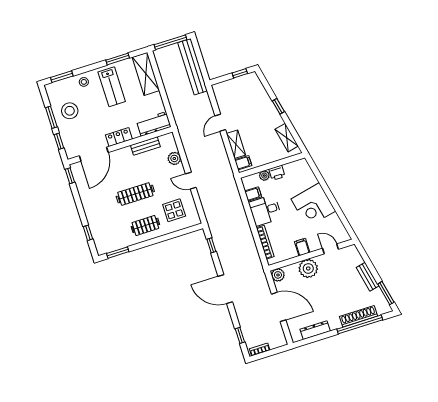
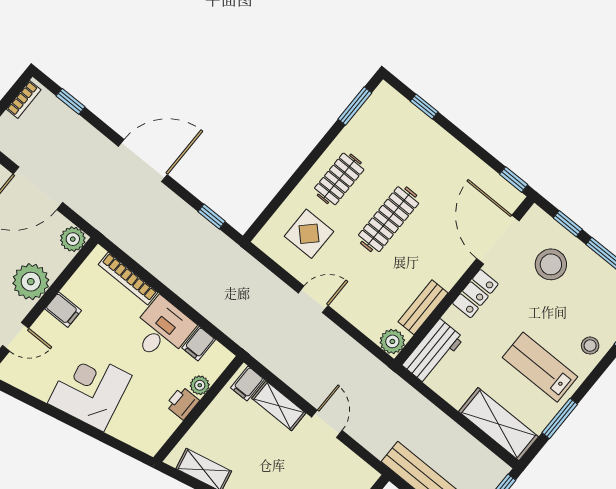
stool: (70, 111) -> (551, 264), moved
plant: (174, 158) -> (392, 341), moved

